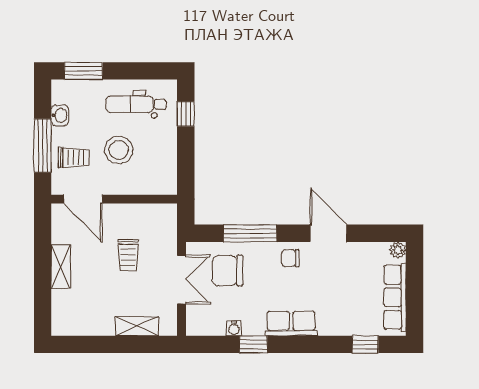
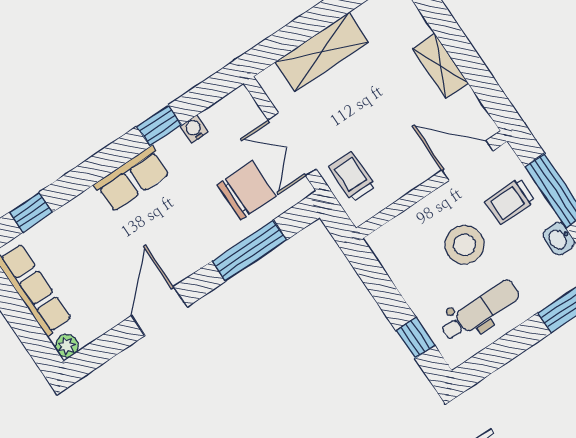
door: (328, 233) -> (159, 311), swing flipped
trolley: (128, 255) -> (352, 177), moved
chair: (290, 258) -> (184, 253), removed
shelving: (137, 326) -> (322, 52), width x1.50, depth x1.33

